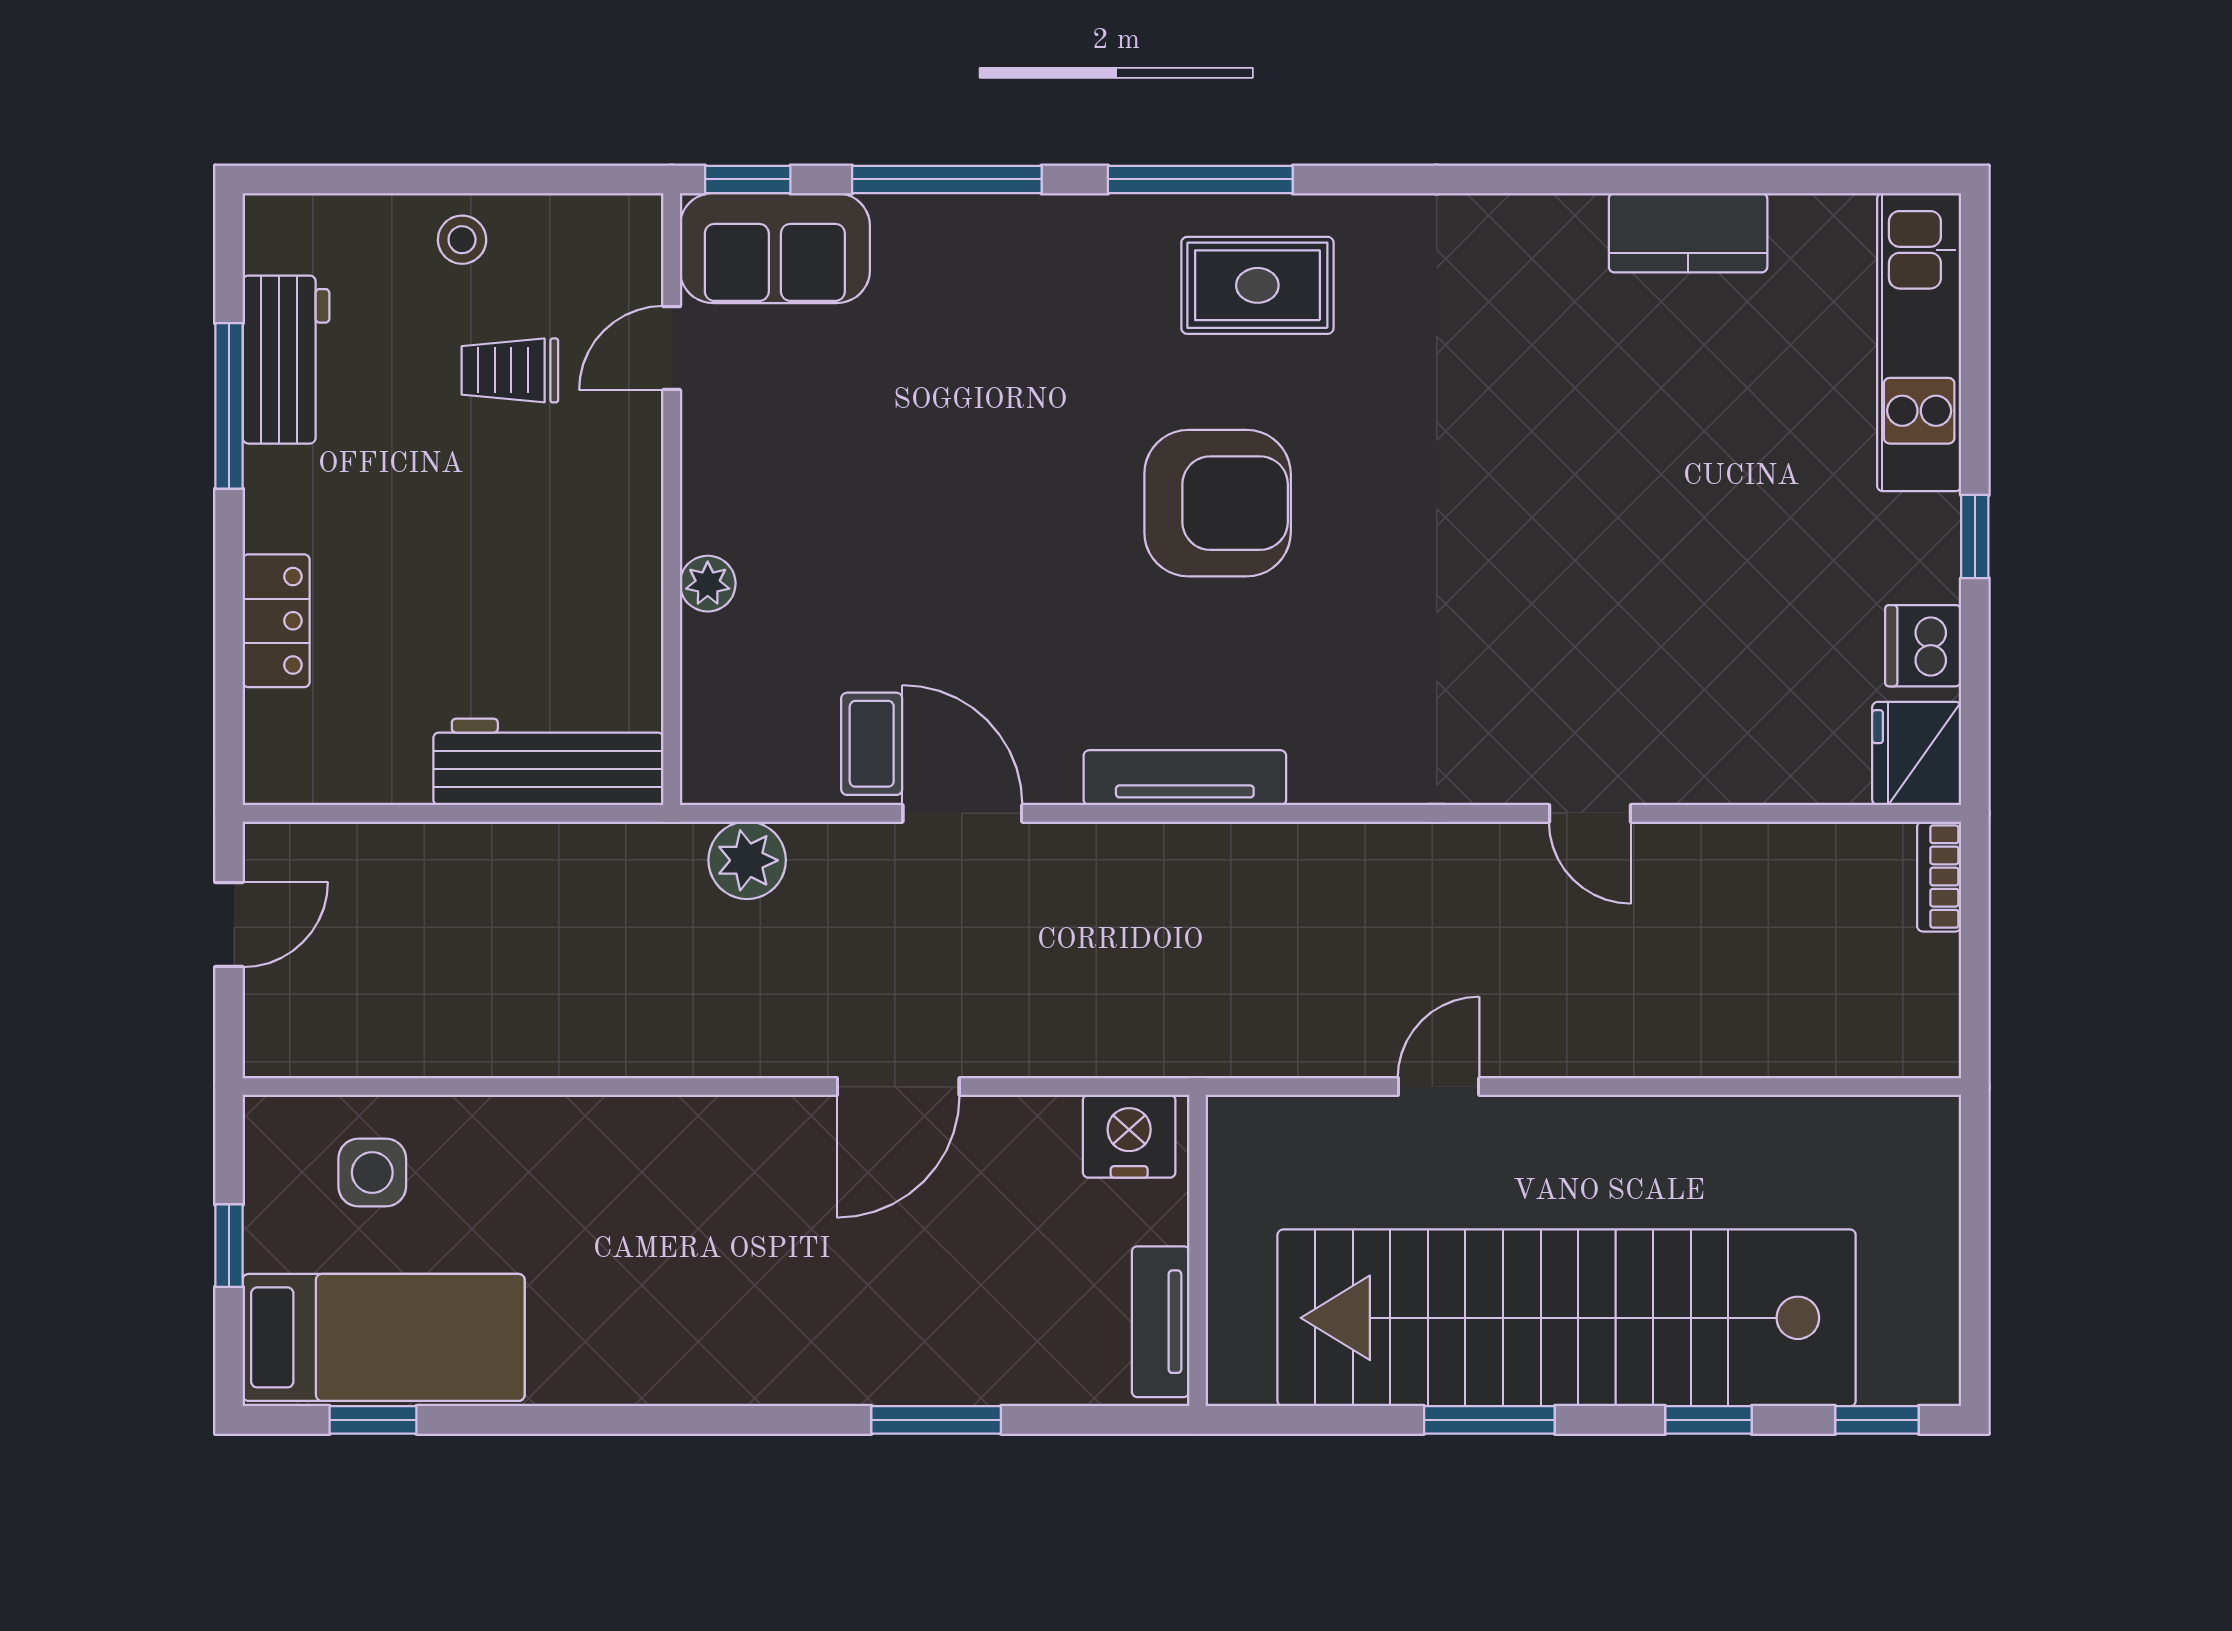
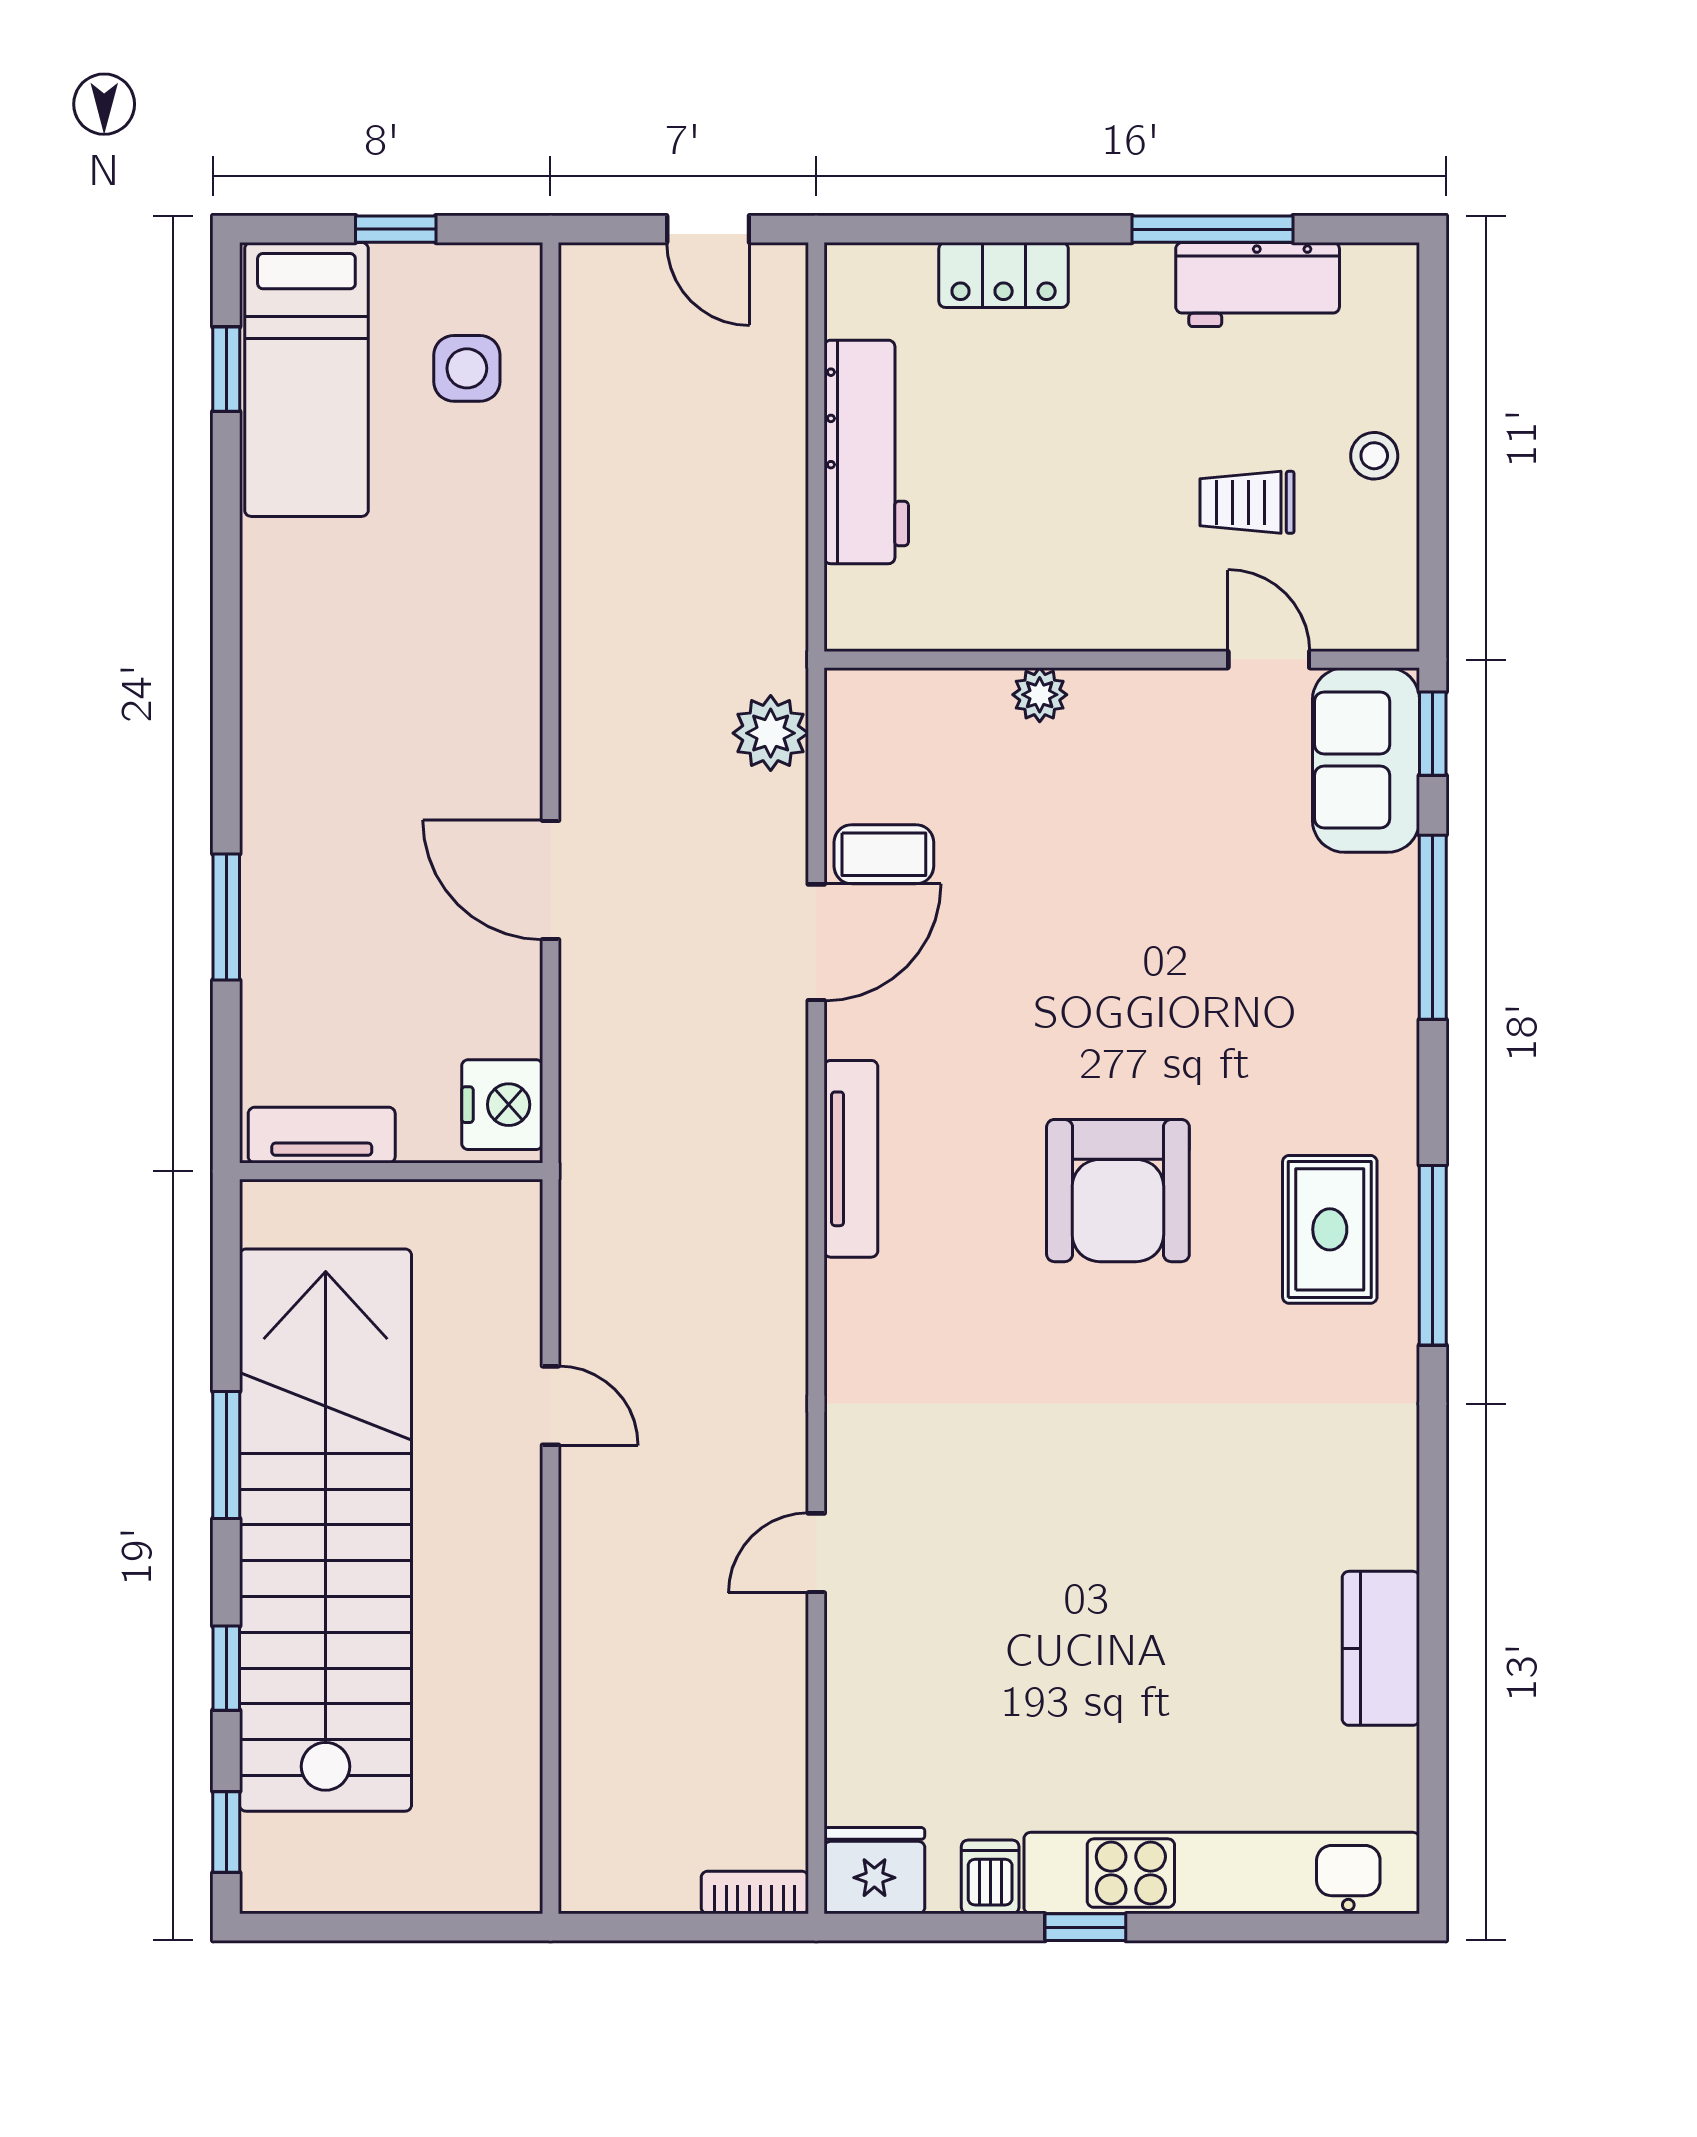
window: (1200, 179) -> (1433, 1255), moved
kitchen unit: (1919, 342) -> (1222, 1873), width x1.36
trolley: (510, 370) -> (1247, 502), turned -90
dishwasher: (1923, 646) -> (990, 1877), width x0.73
workbench: (548, 762) -> (866, 452), moved

